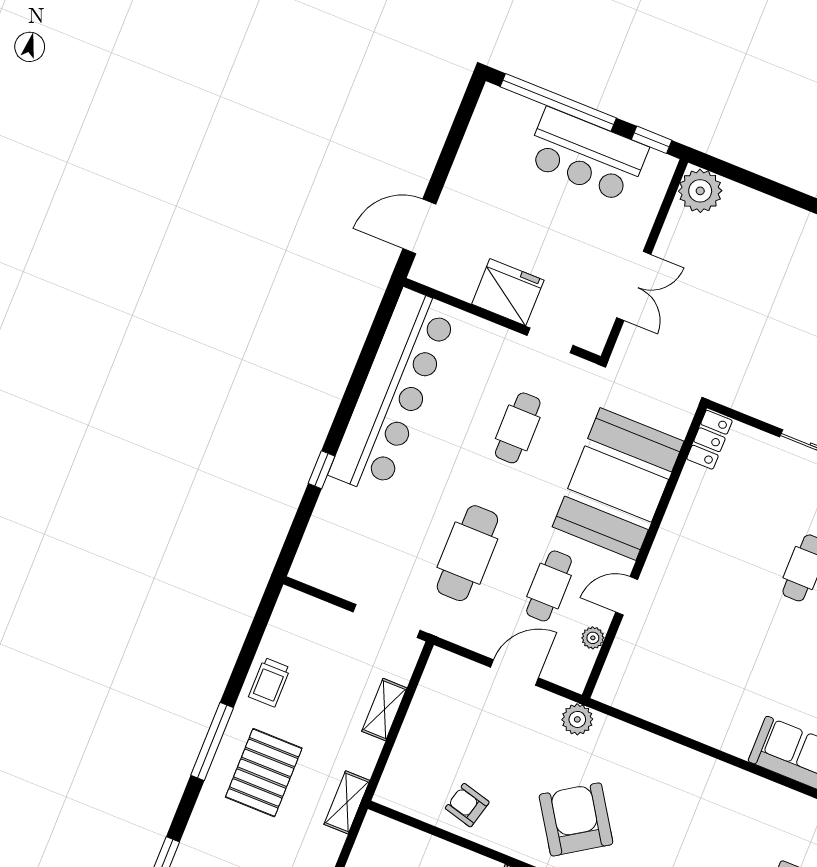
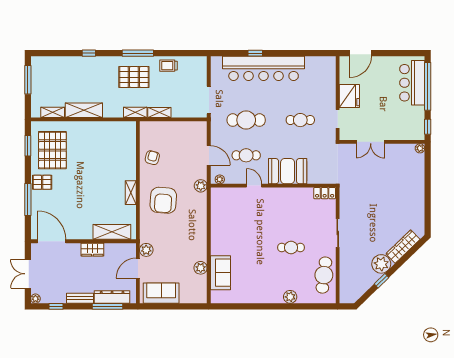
bar counter: (587, 155) -> (412, 83), moved
plant: (700, 191) -> (420, 148), width x0.53, depth x0.53
door: (419, 226) -> (361, 53), swing flipped
bar counter: (393, 392) -> (264, 68), moved
booth: (618, 484) -> (288, 171), width x0.73, depth x0.70
plant: (593, 638) -> (220, 179), moved
shelving: (384, 710) -> (159, 112), moved
plant: (767, 796) -> (201, 268), added
armchair: (576, 819) -> (163, 200), turned 127

